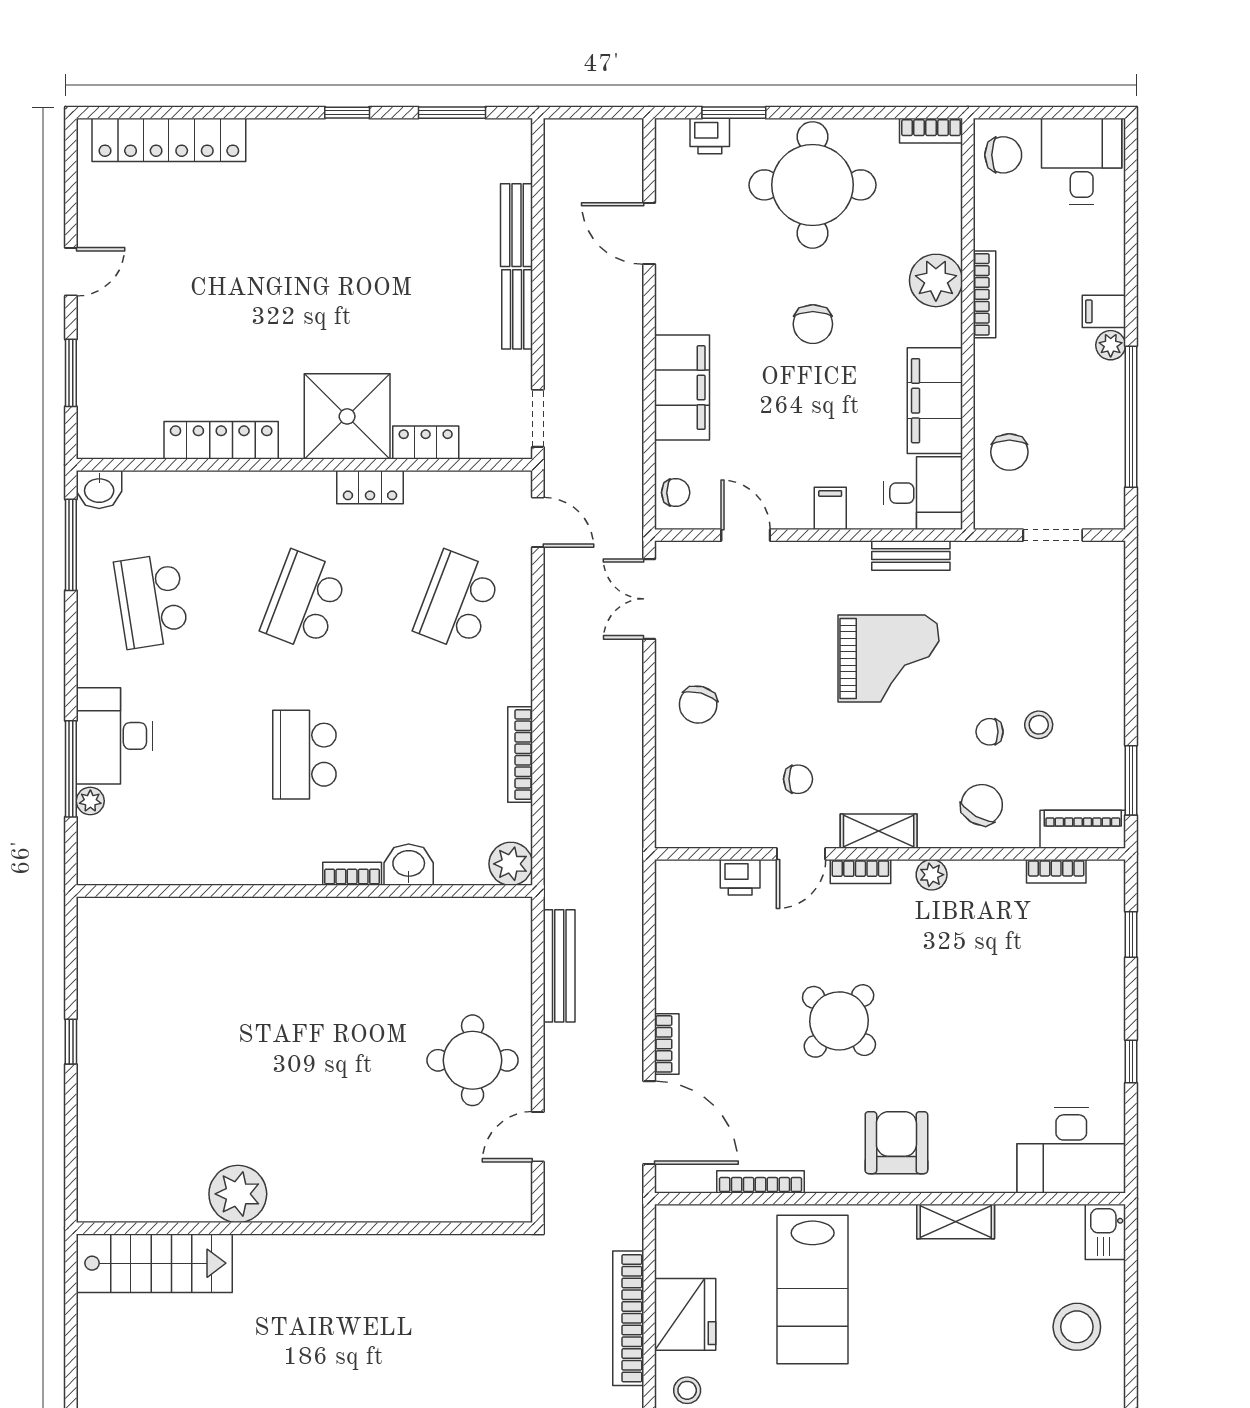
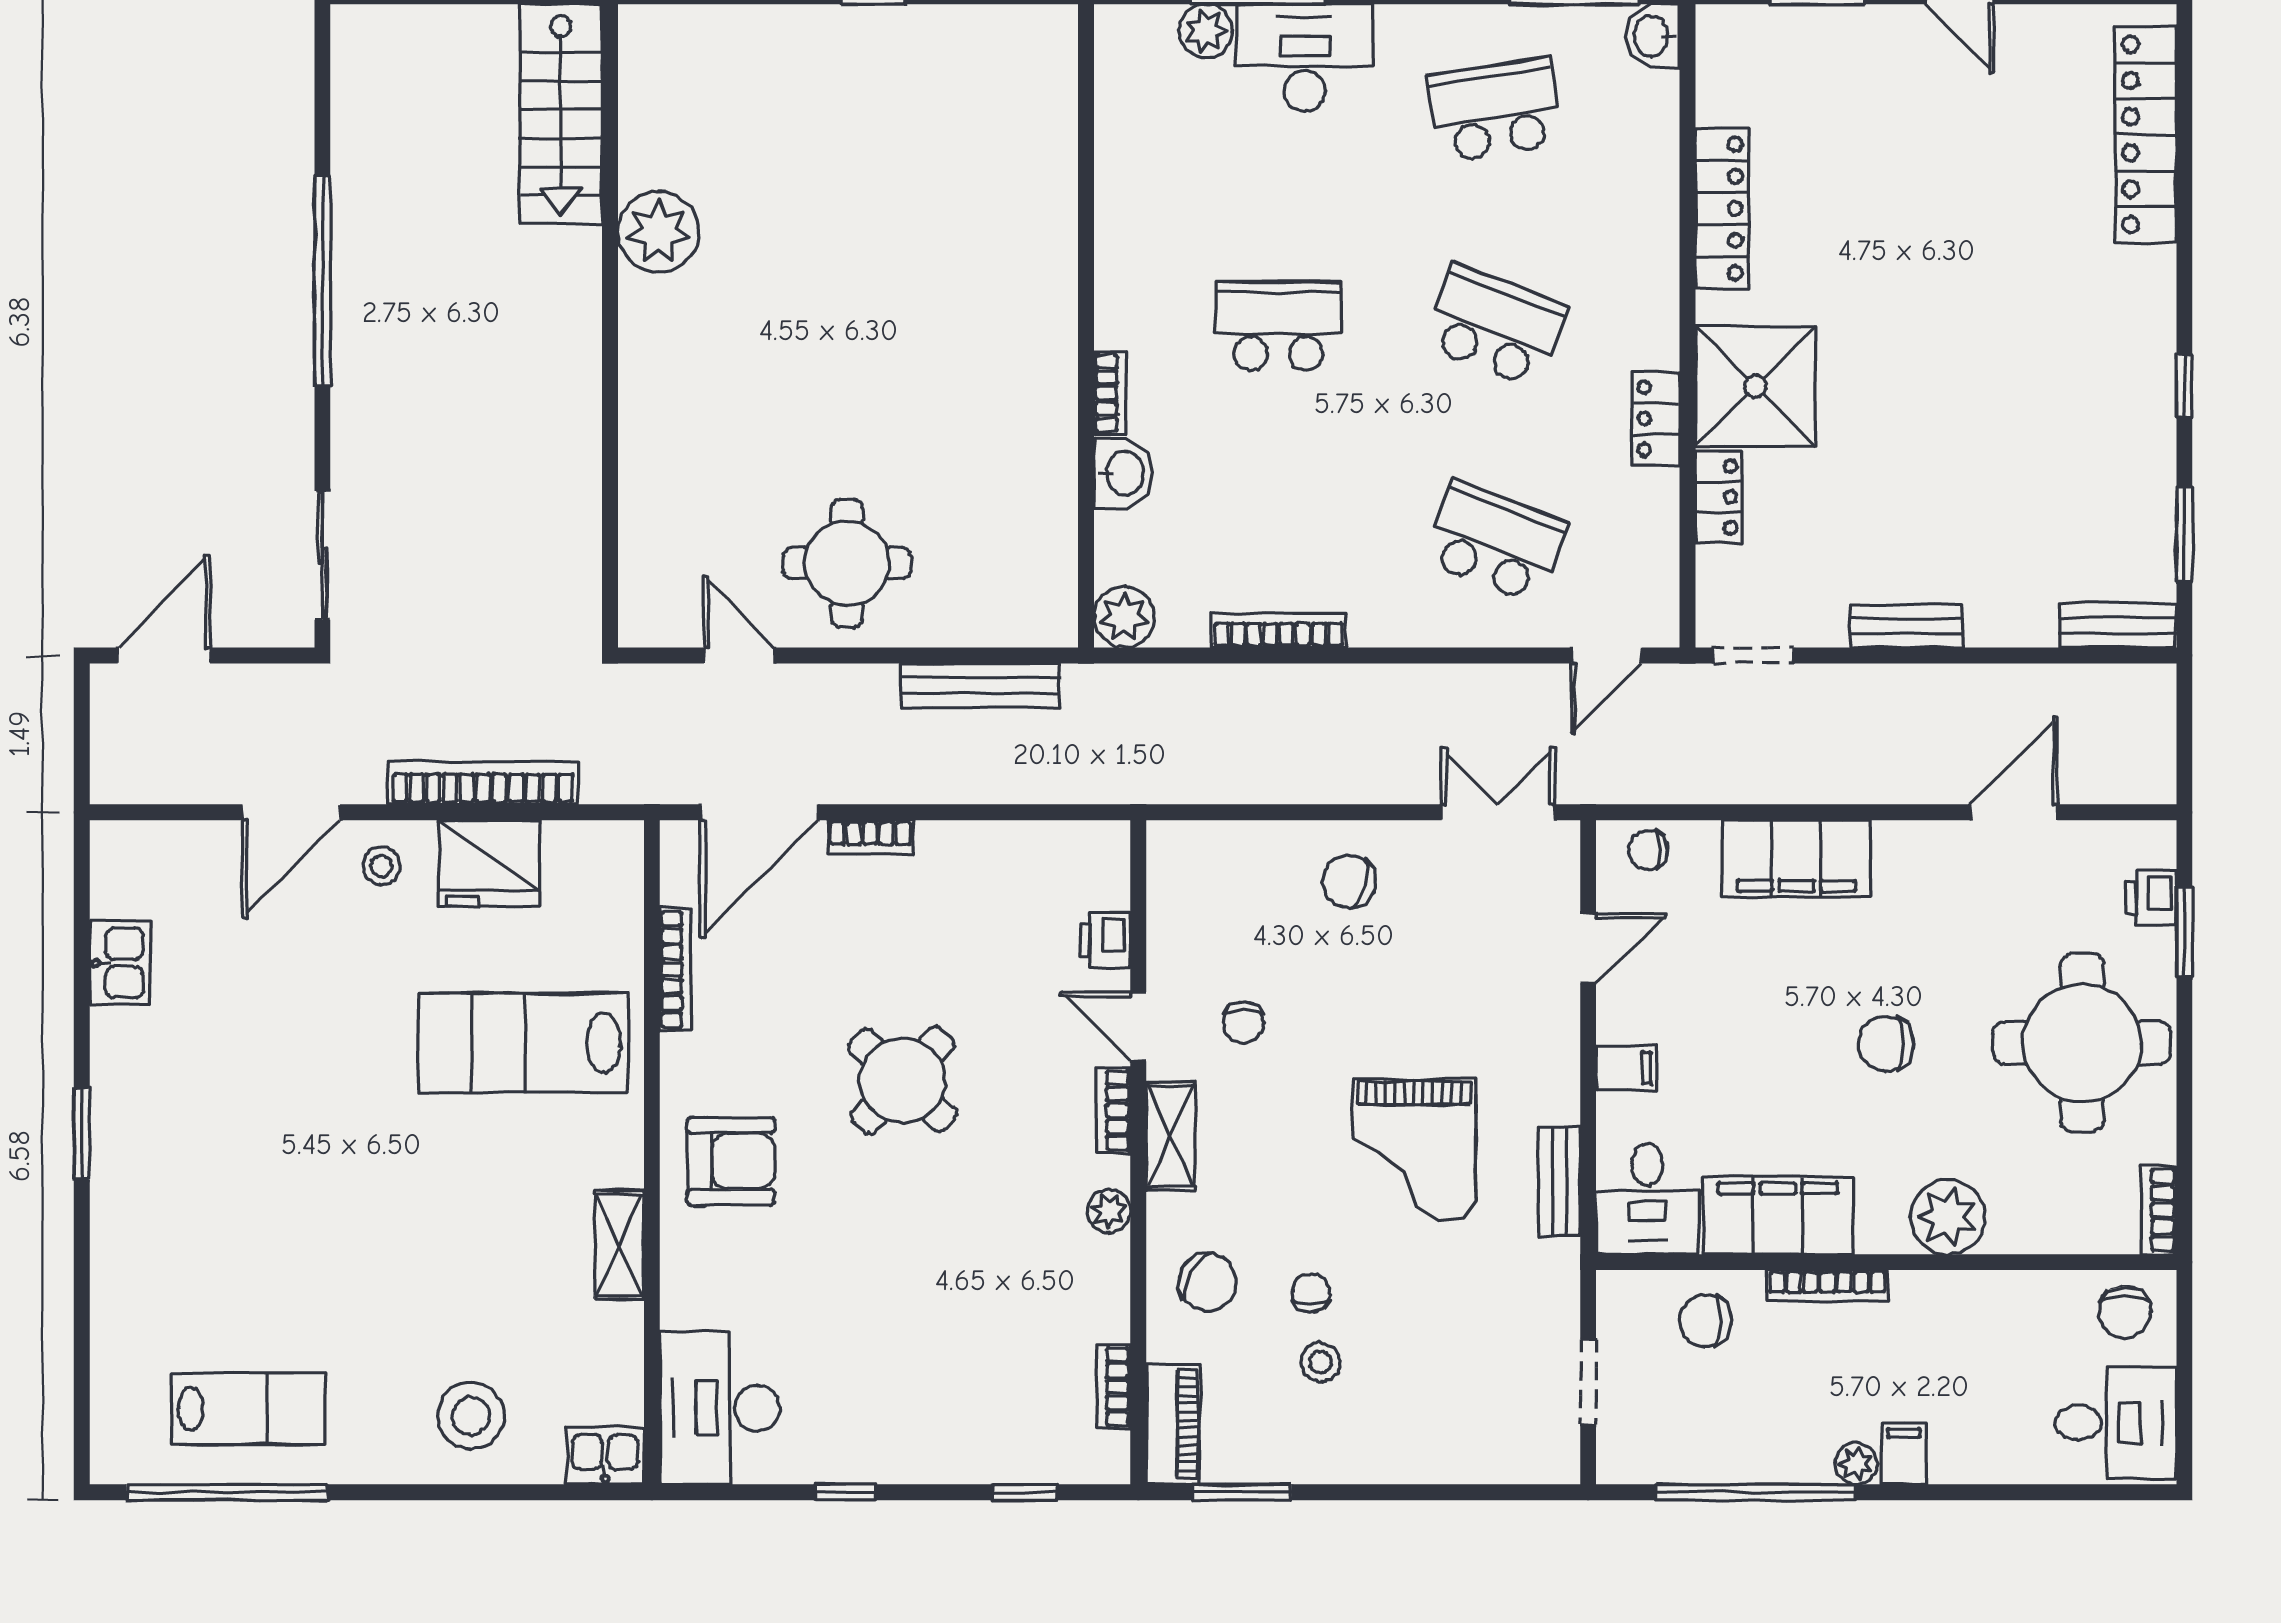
bench: (517, 225) -> (2118, 625), moved
bookcase: (985, 294) -> (1827, 1286), moved
chair: (676, 493) -> (1648, 850), turned 90
plant: (90, 801) -> (1206, 31), width x1.38, depth x1.38

